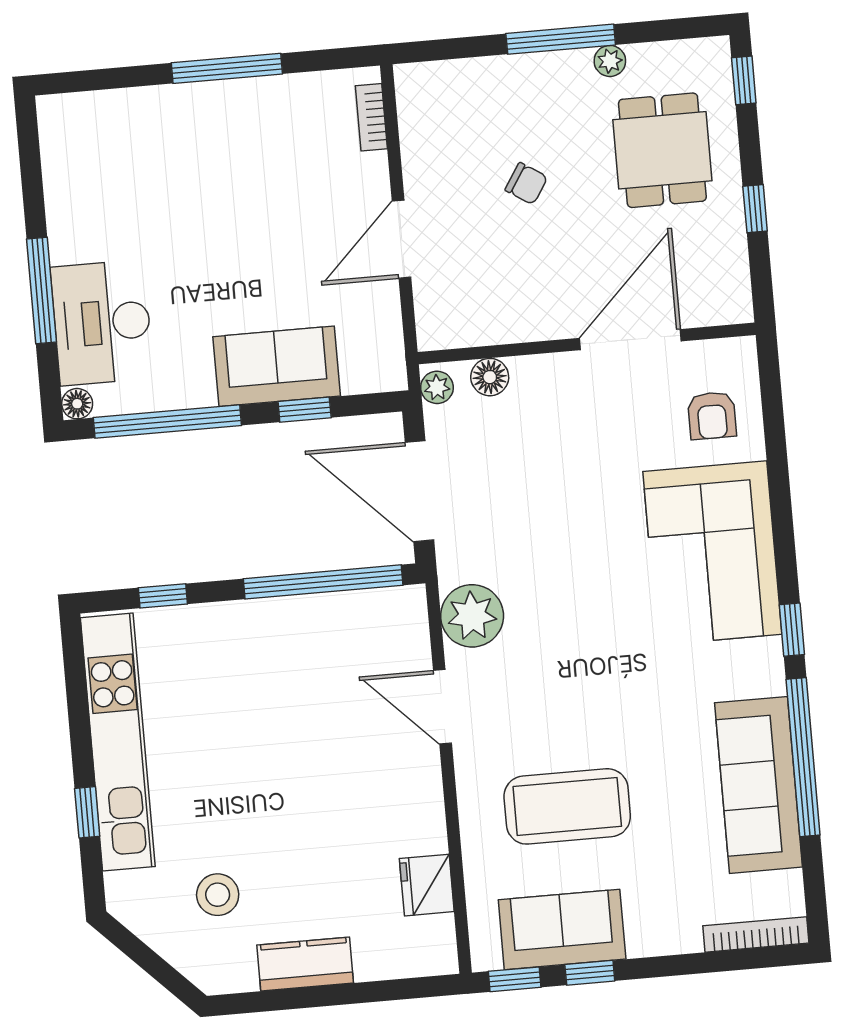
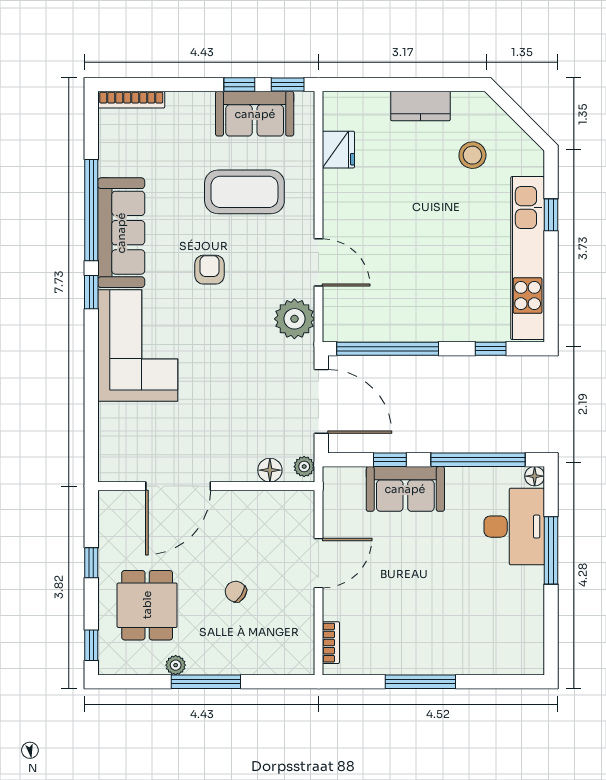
armchair: (712, 415) -> (210, 270), moved
sofa: (758, 785) -> (121, 233), moved

